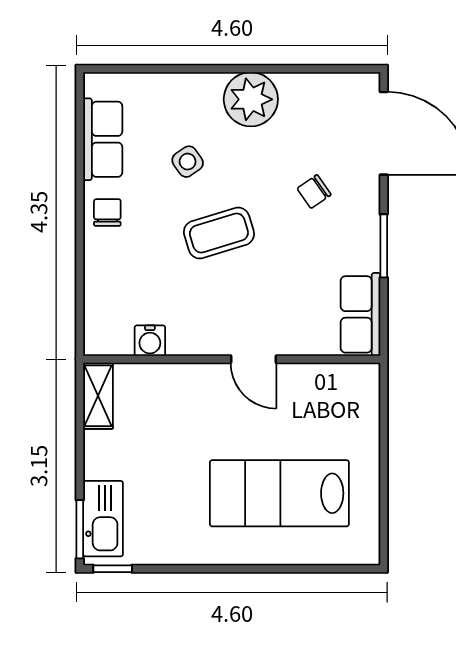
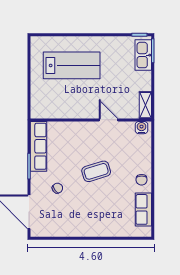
plant: (251, 99) -> (83, 226), removed
side table: (188, 162) -> (109, 200), removed
row of seats: (361, 314) -> (39, 146), width x1.48
water cooler: (150, 341) -> (141, 128), moved
door: (254, 359) -> (109, 120), moved

